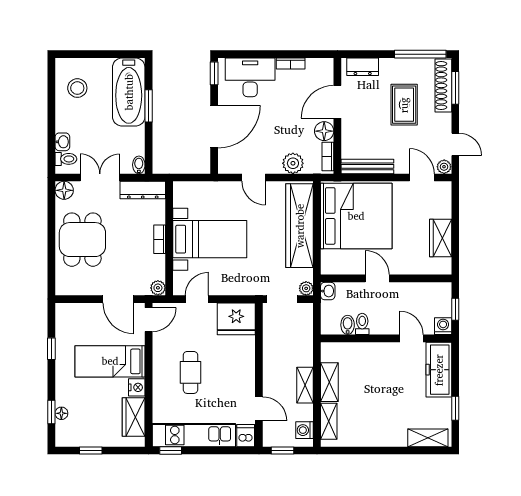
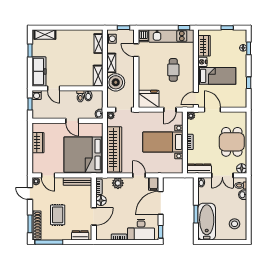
filing cabinet: (227, 162) -> (153, 184), added
boiler: (297, 349) -> (116, 82), added
shelving: (329, 382) -> (98, 76), moved

